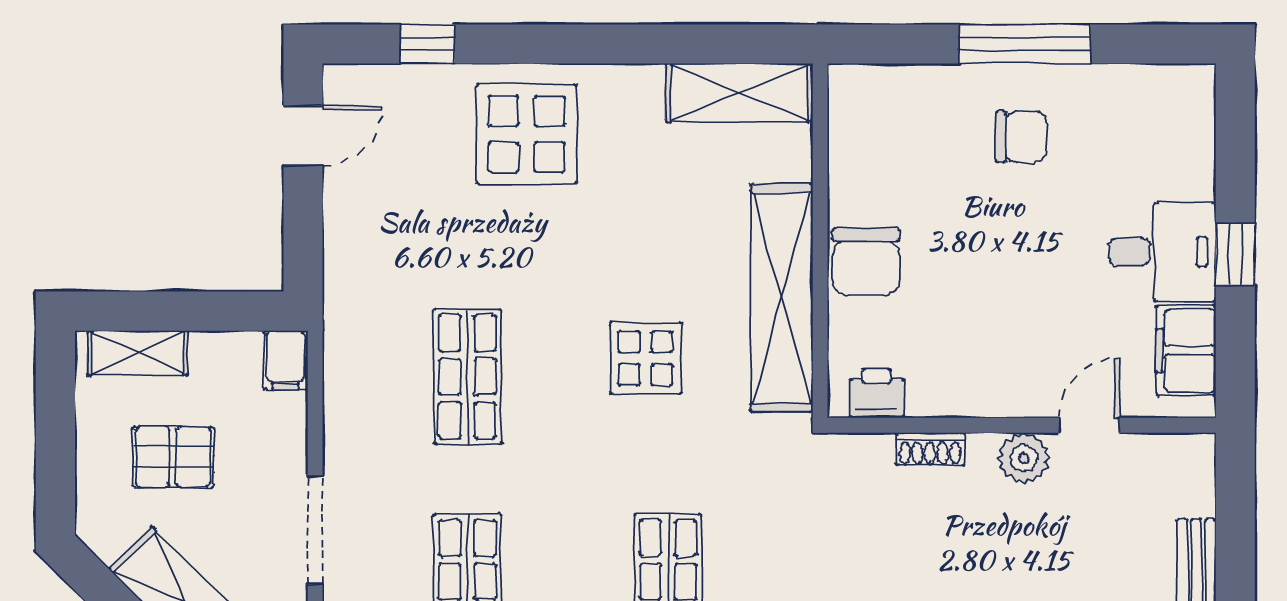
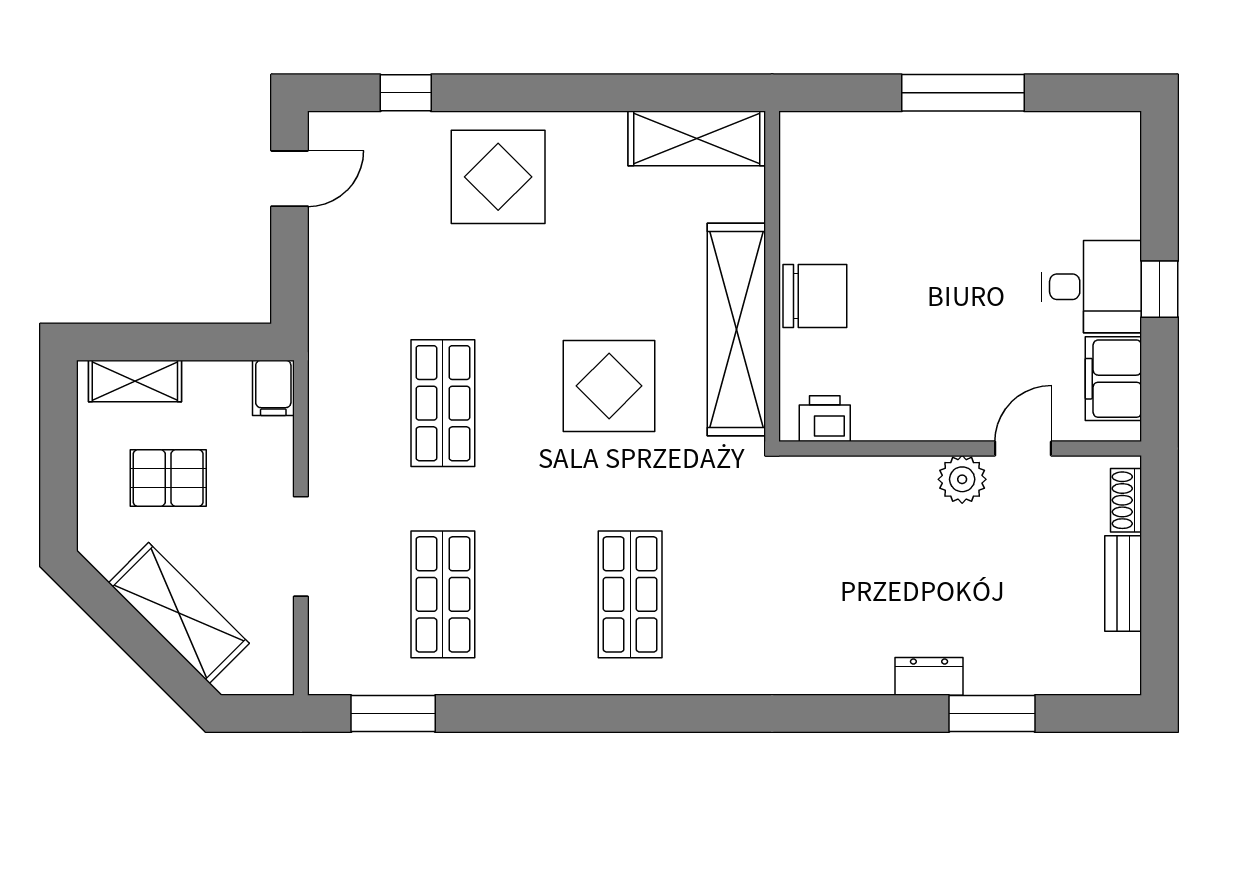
chair: (1021, 137) -> (960, 179), removed
chair: (866, 262) -> (815, 296), turned -90
display table: (645, 358) -> (609, 386), width x1.36, depth x1.36
shoe rack: (930, 449) -> (1126, 500), moved, turned 90

